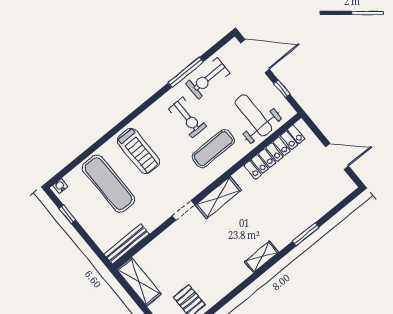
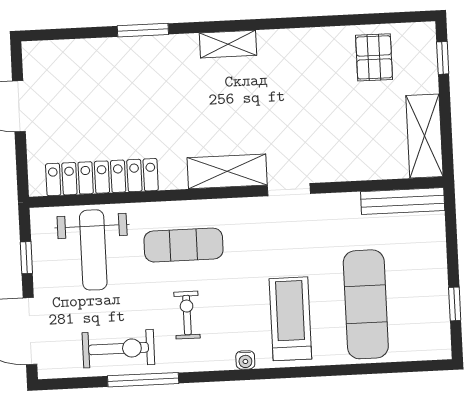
exercise bike: (188, 117) -> (187, 315), width x0.73, depth x0.72
water cooler: (60, 186) -> (245, 360), moved

